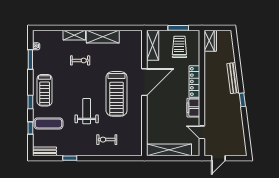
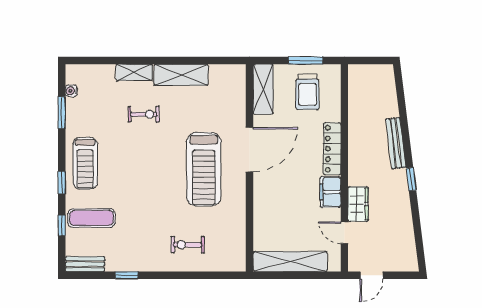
wardrobe: (210, 41) -> (358, 204), moved
trolley: (179, 47) -> (307, 92), turned 180
weight bench: (87, 111) -> (154, 198), removed

